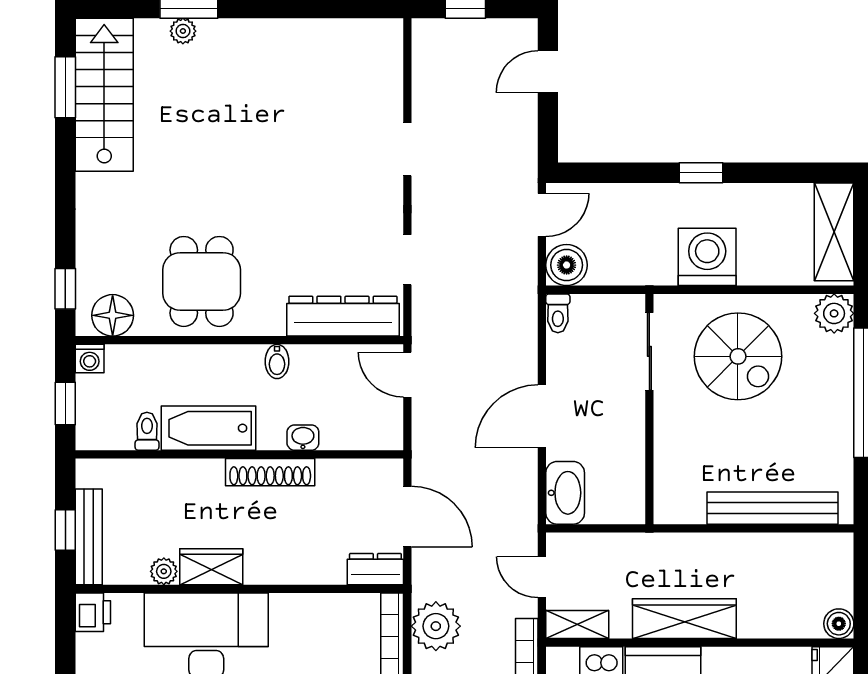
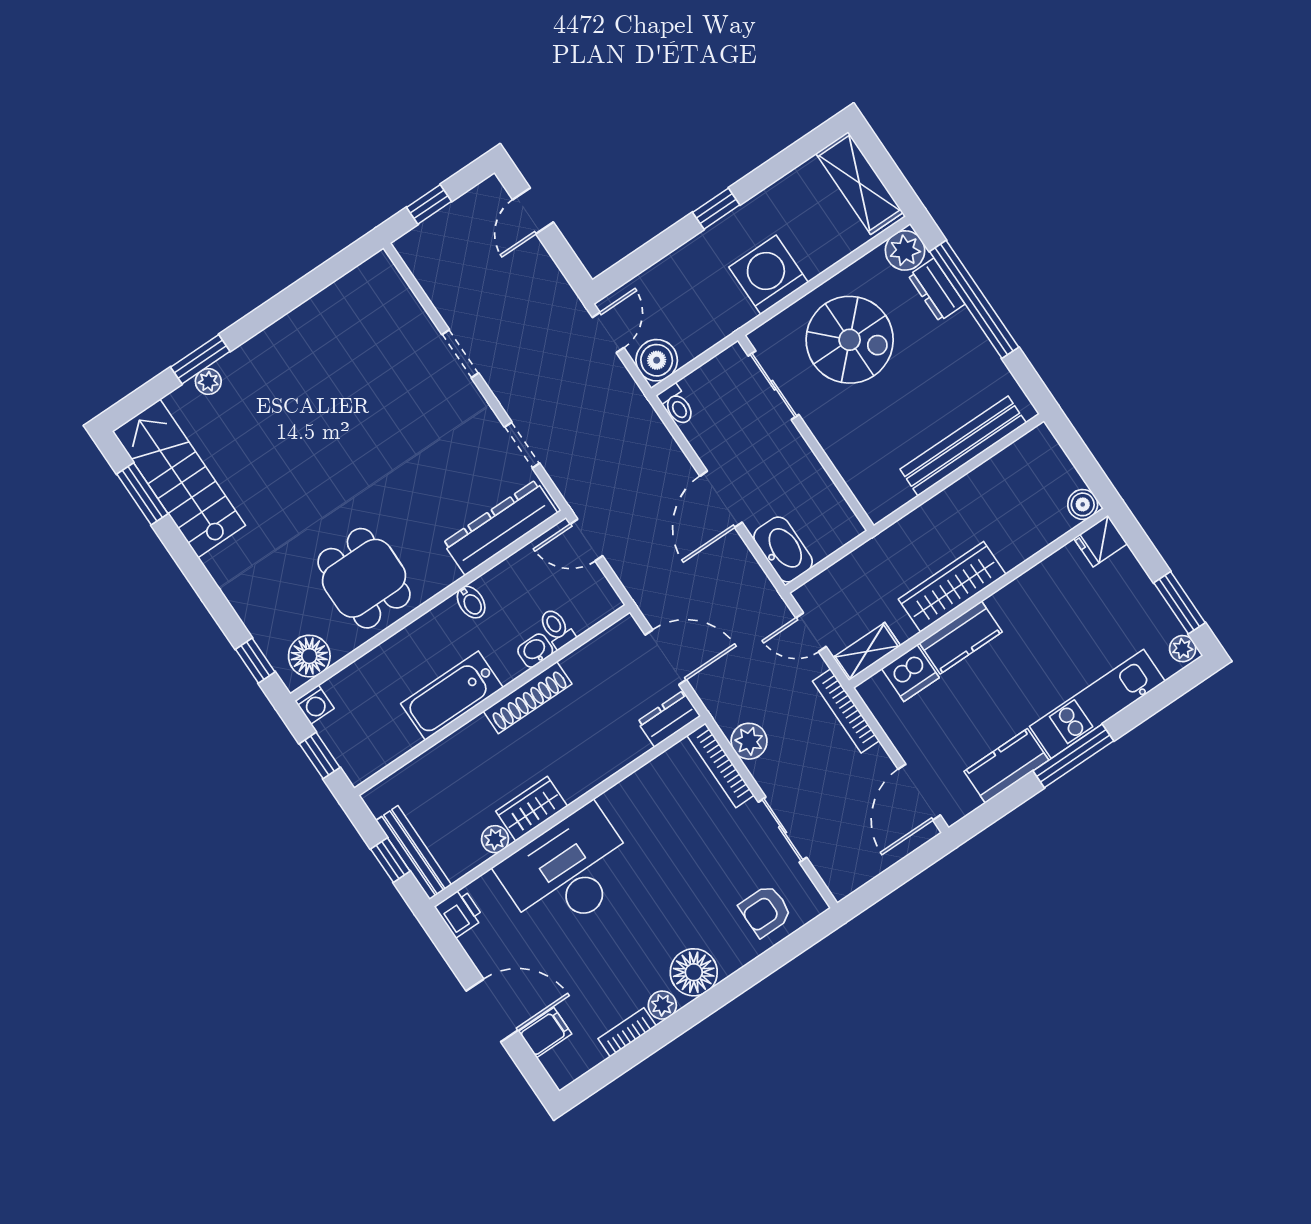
dresser: (838, 364) -> (936, 290), added
toilet: (147, 431) -> (557, 628), moved
plant: (436, 626) -> (749, 741), width x0.73, depth x0.73

